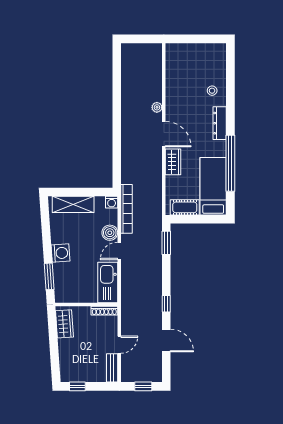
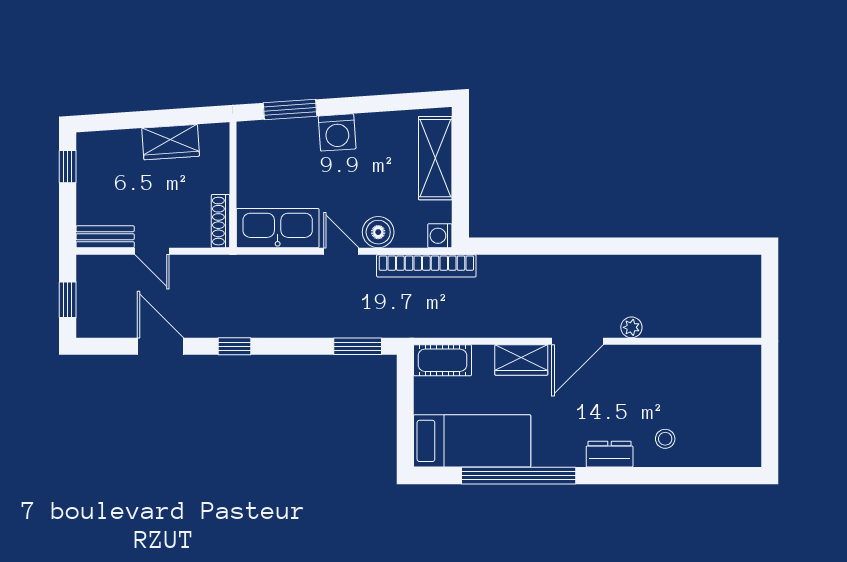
dresser: (220, 123) -> (610, 454), width x0.70
cot: (185, 207) -> (442, 360), moved, turned 90
wardrobe: (64, 324) -> (171, 142), moved
door: (166, 340) -> (160, 346), swing flipped

